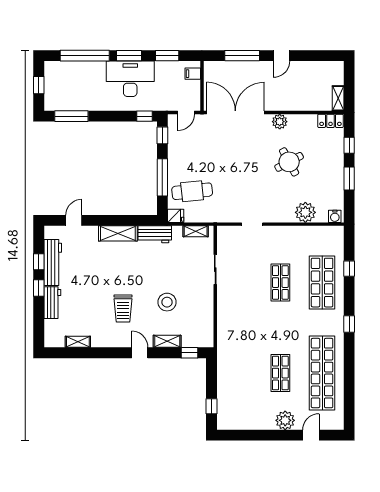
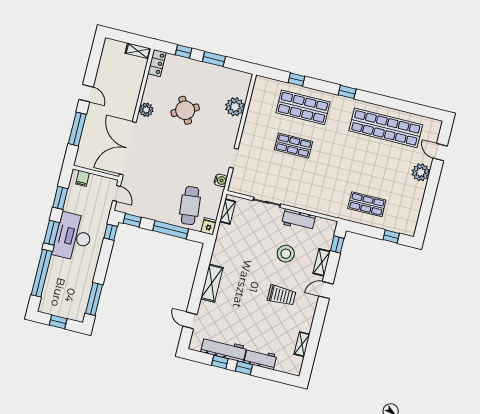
water cooler: (335, 216) -> (221, 180), moved
workbench: (155, 234) -> (299, 220), moved, turned 90
shop shelf: (280, 373) -> (367, 204), moved

